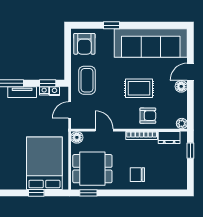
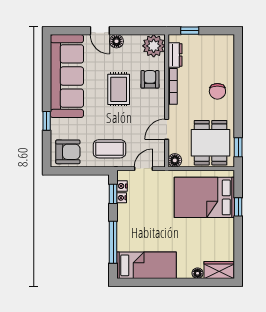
tv unit: (22, 92) -> (123, 223), removed
door: (70, 110) -> (143, 169), swing flipped
plant: (182, 124) -> (154, 46), width x1.87, depth x1.87

